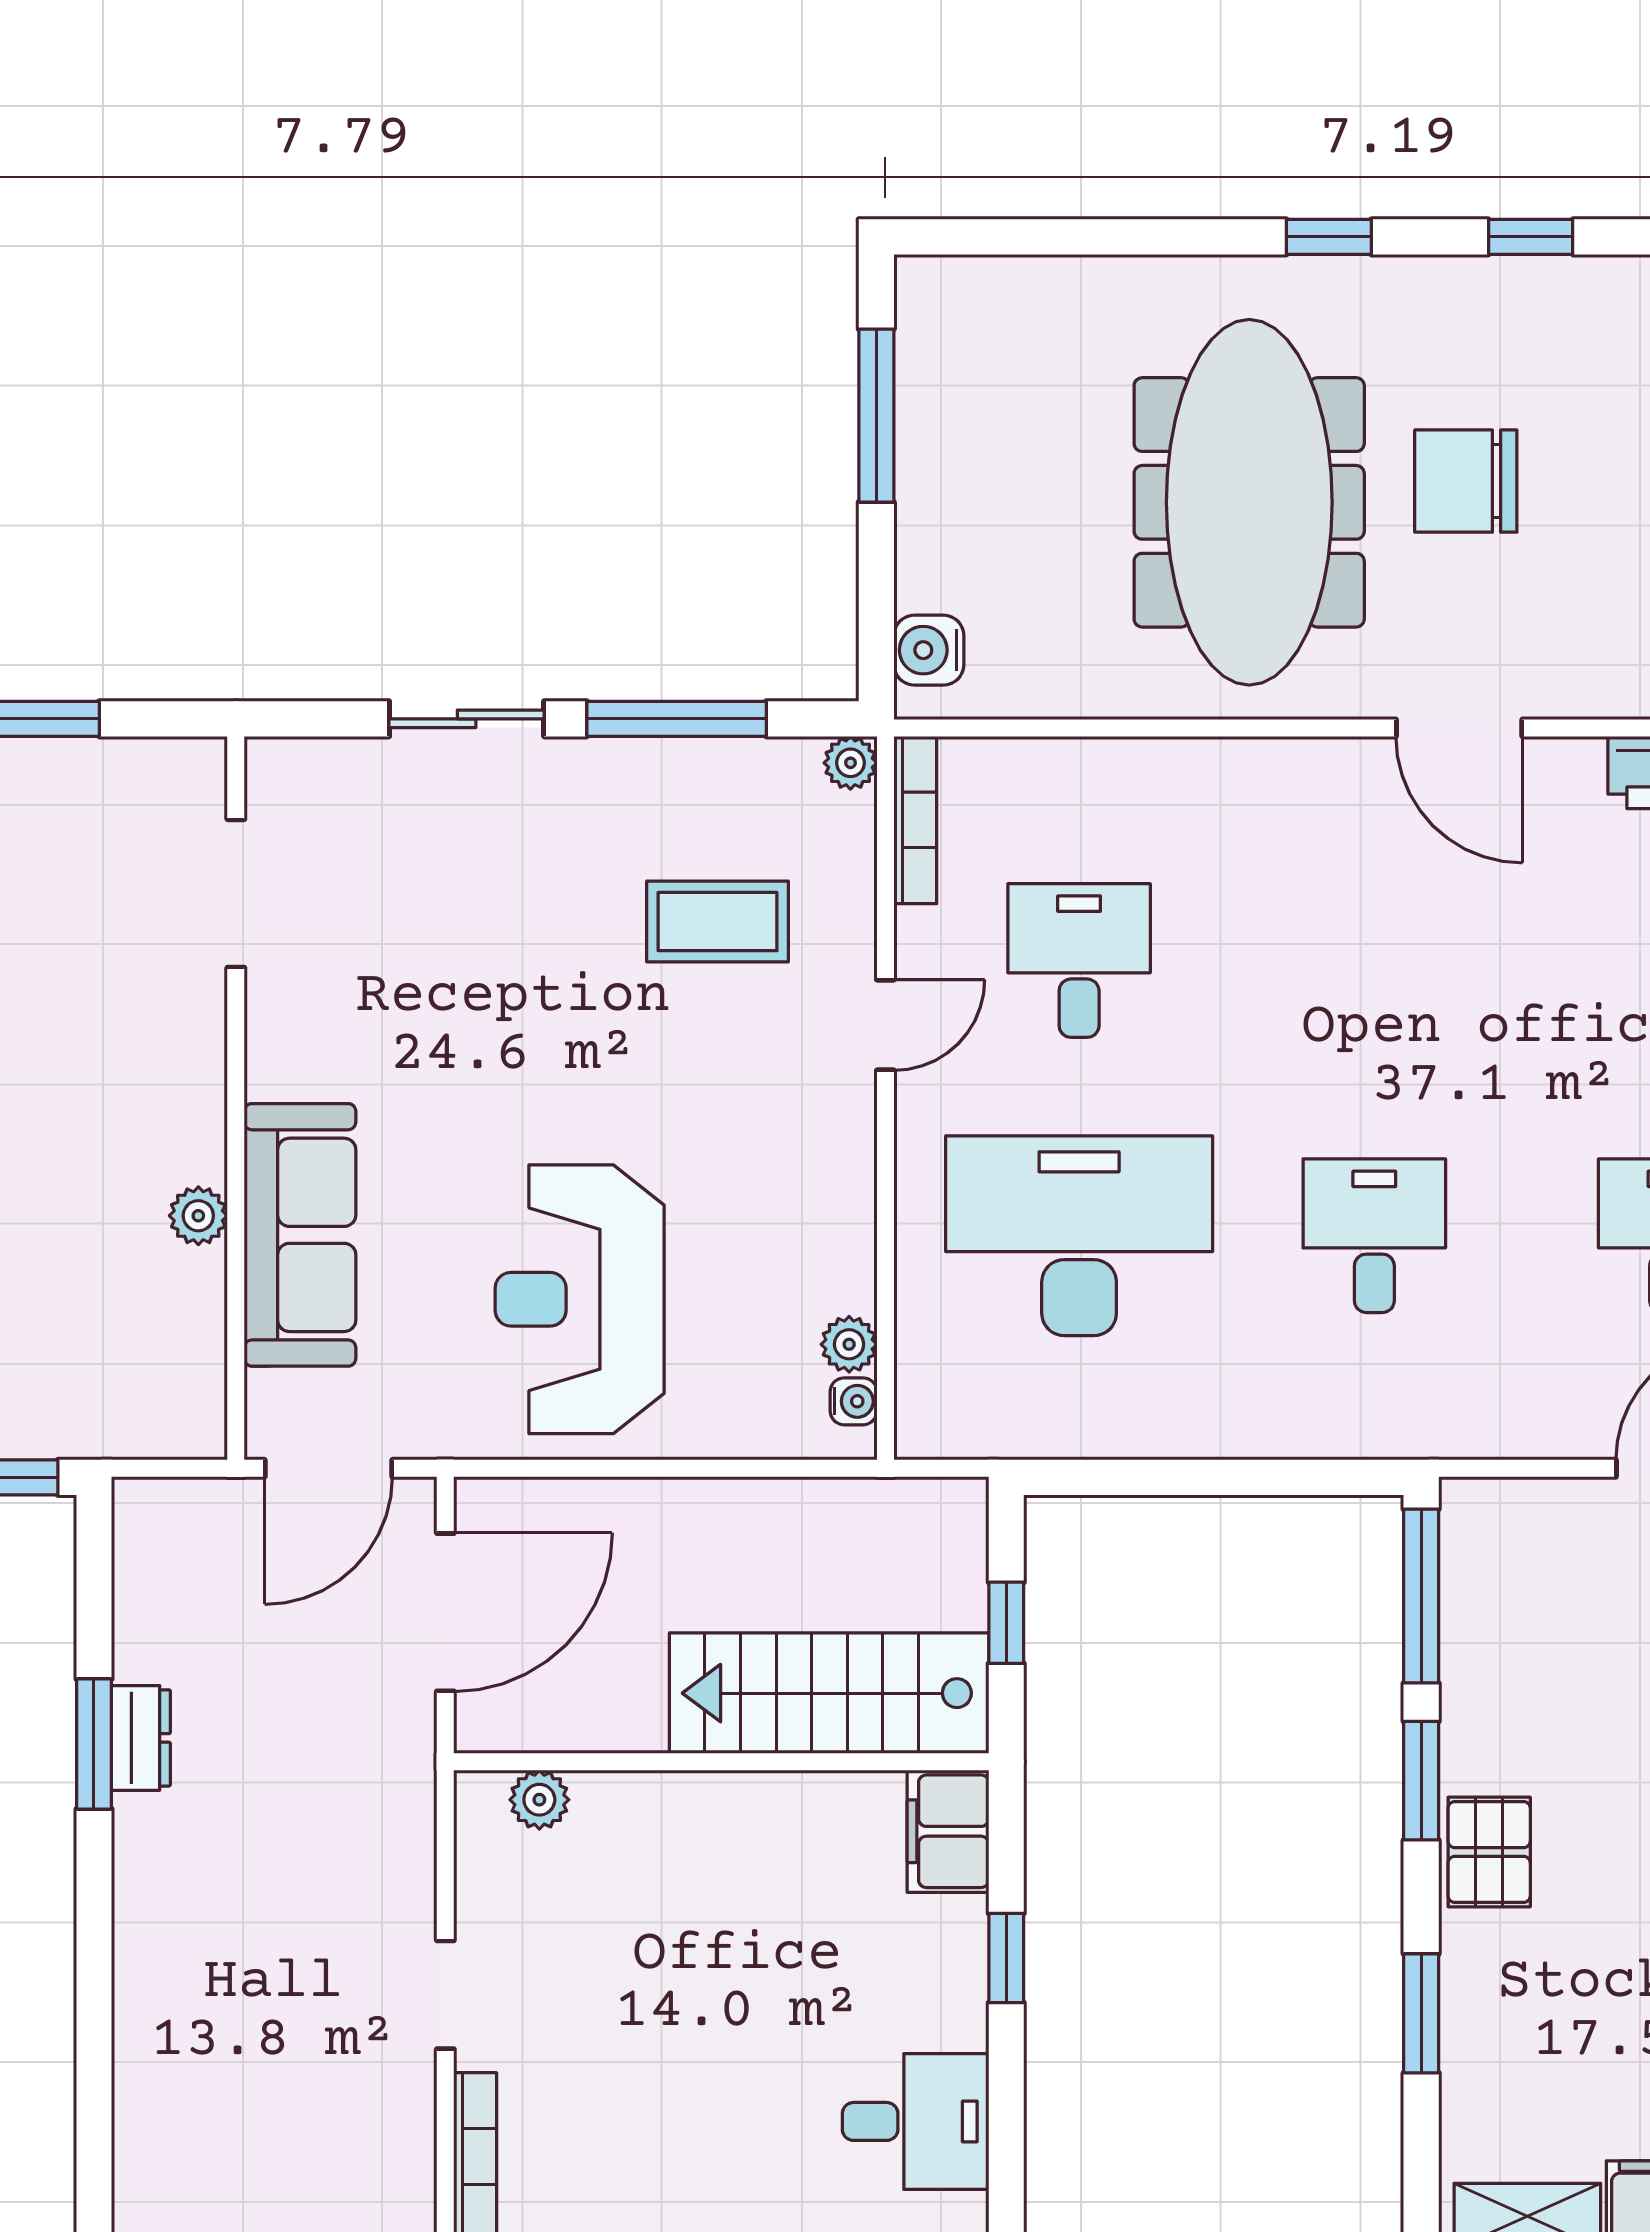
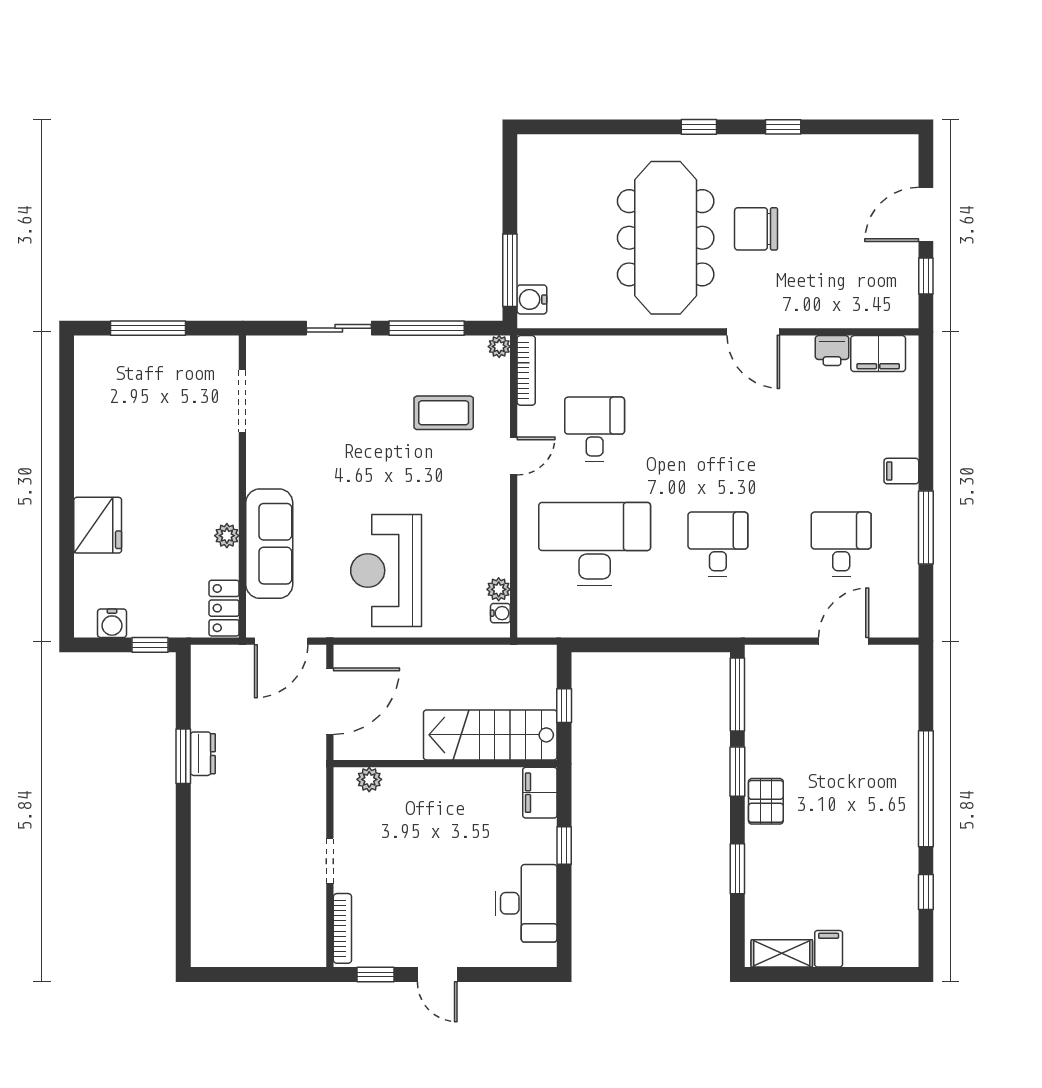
window: (876, 416) -> (510, 270), moved
locker: (192, 1389) -> (224, 608), added
desk: (916, 2121) -> (526, 903), width x1.37

